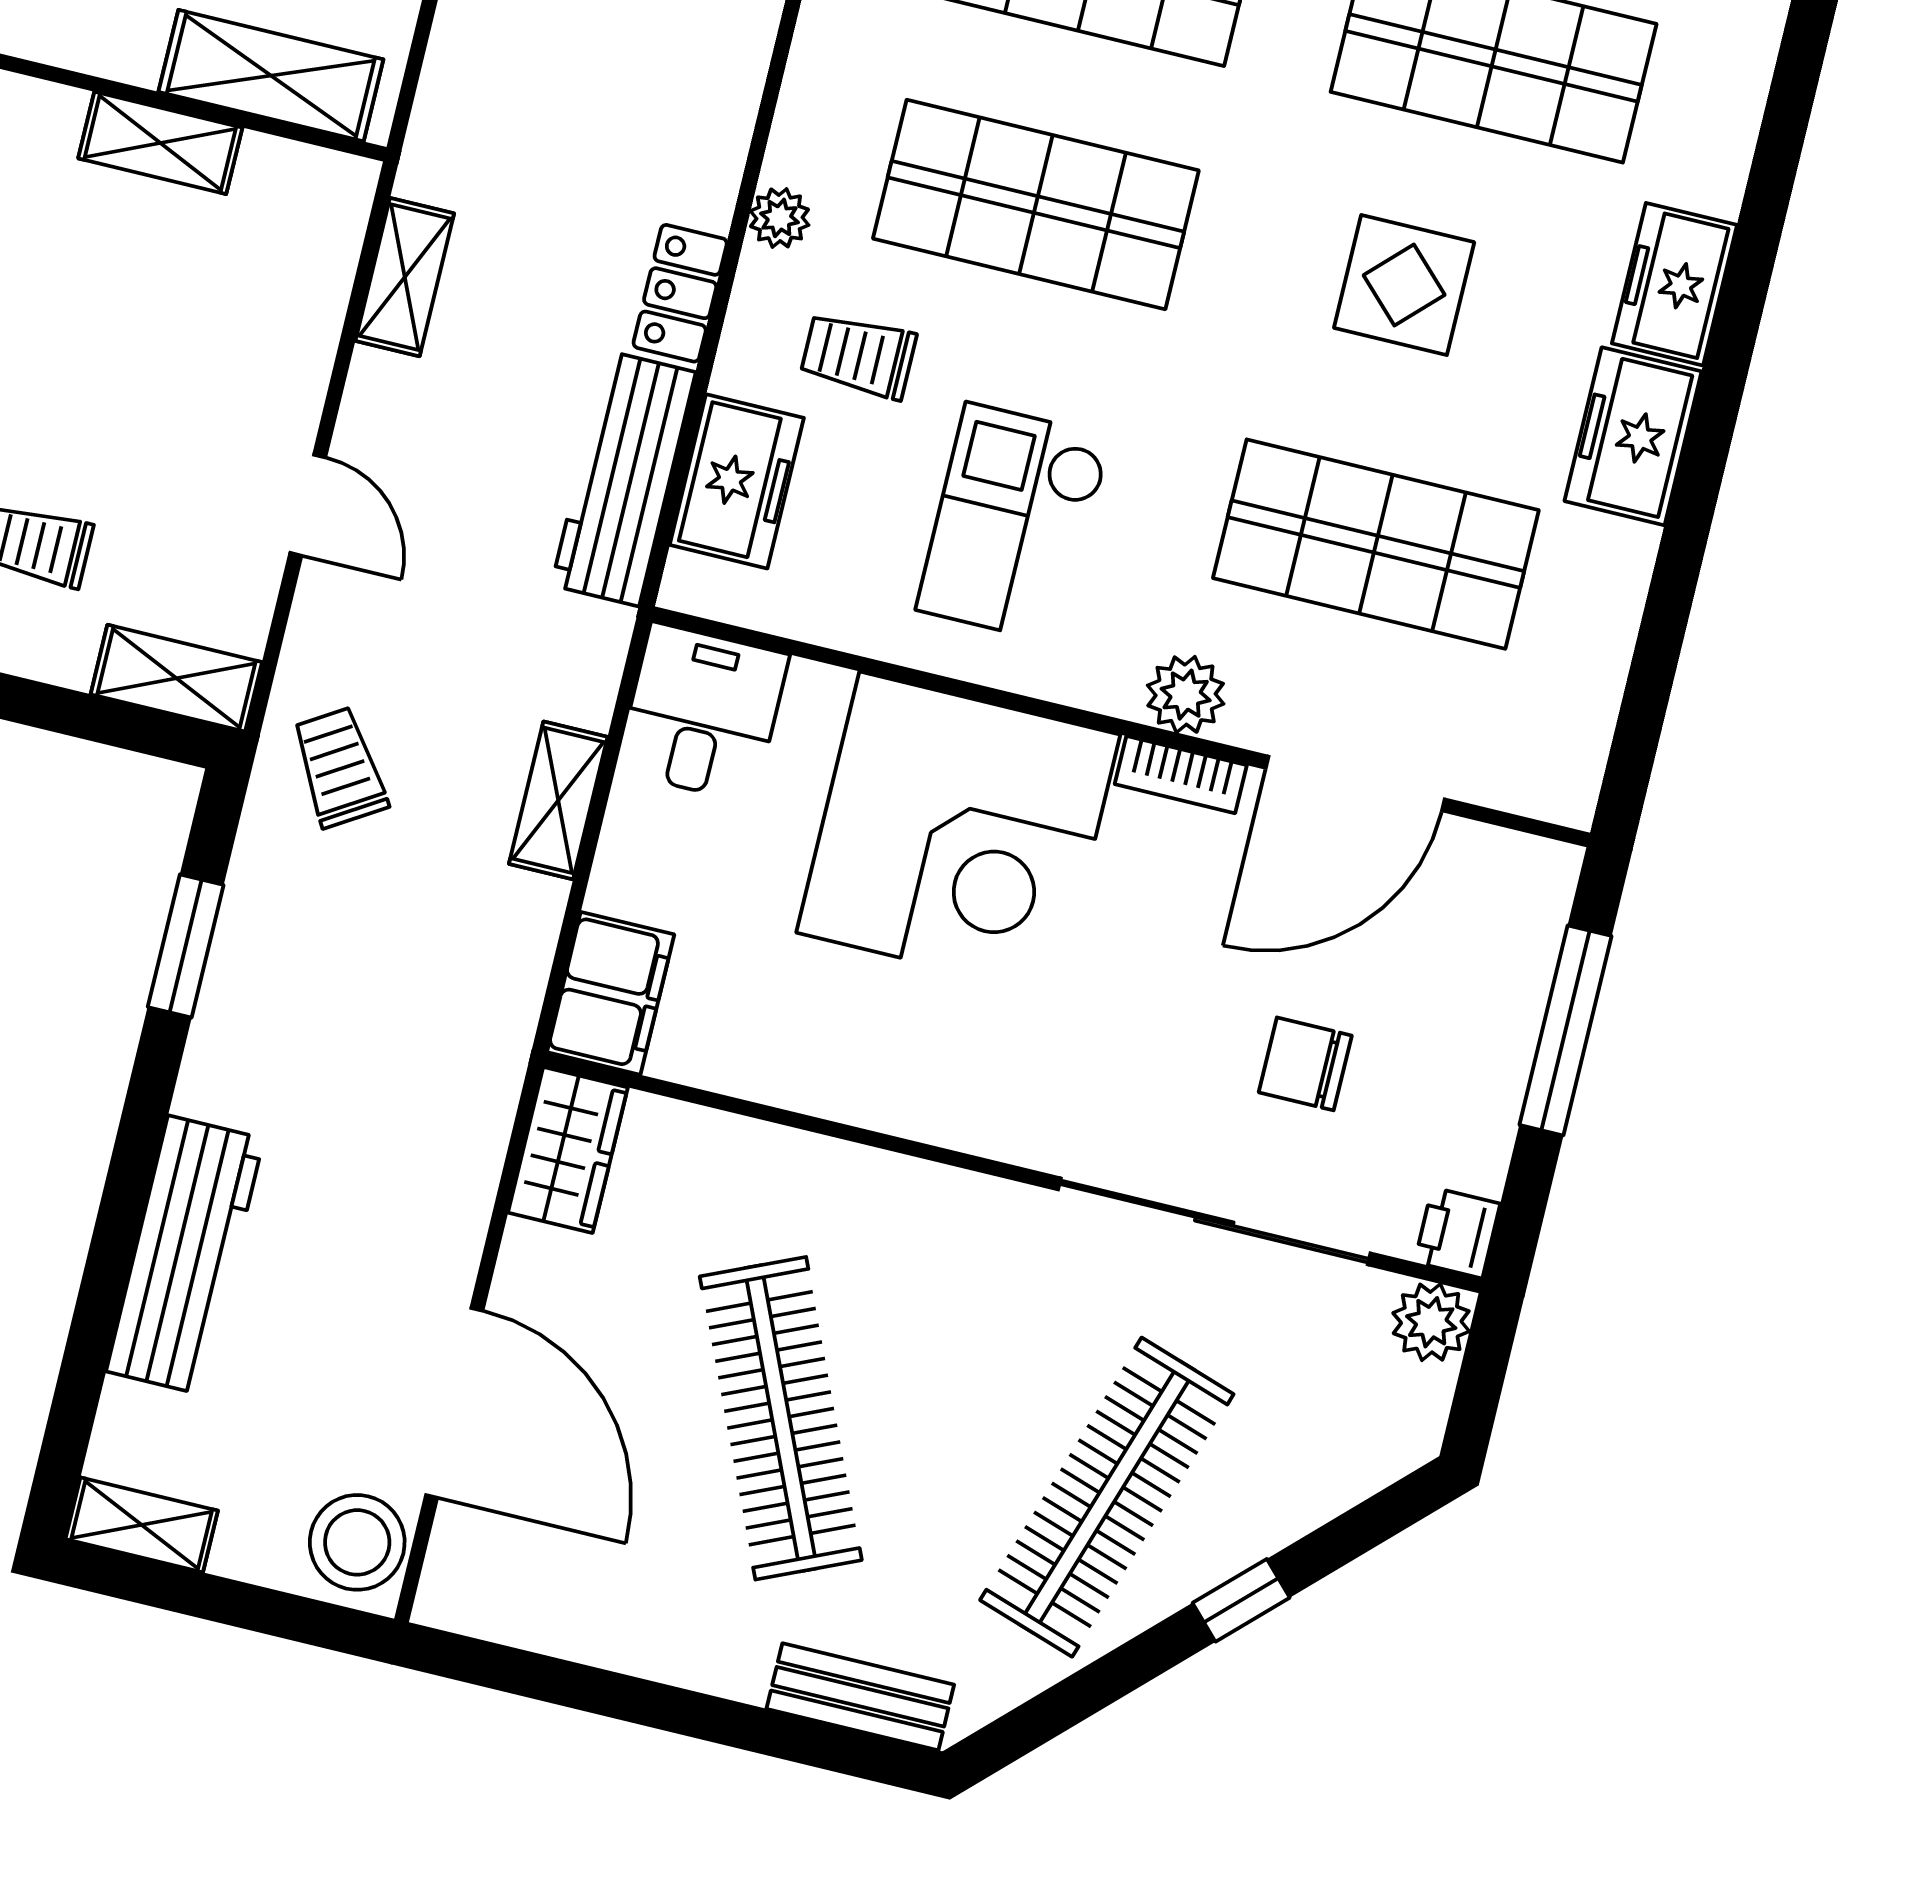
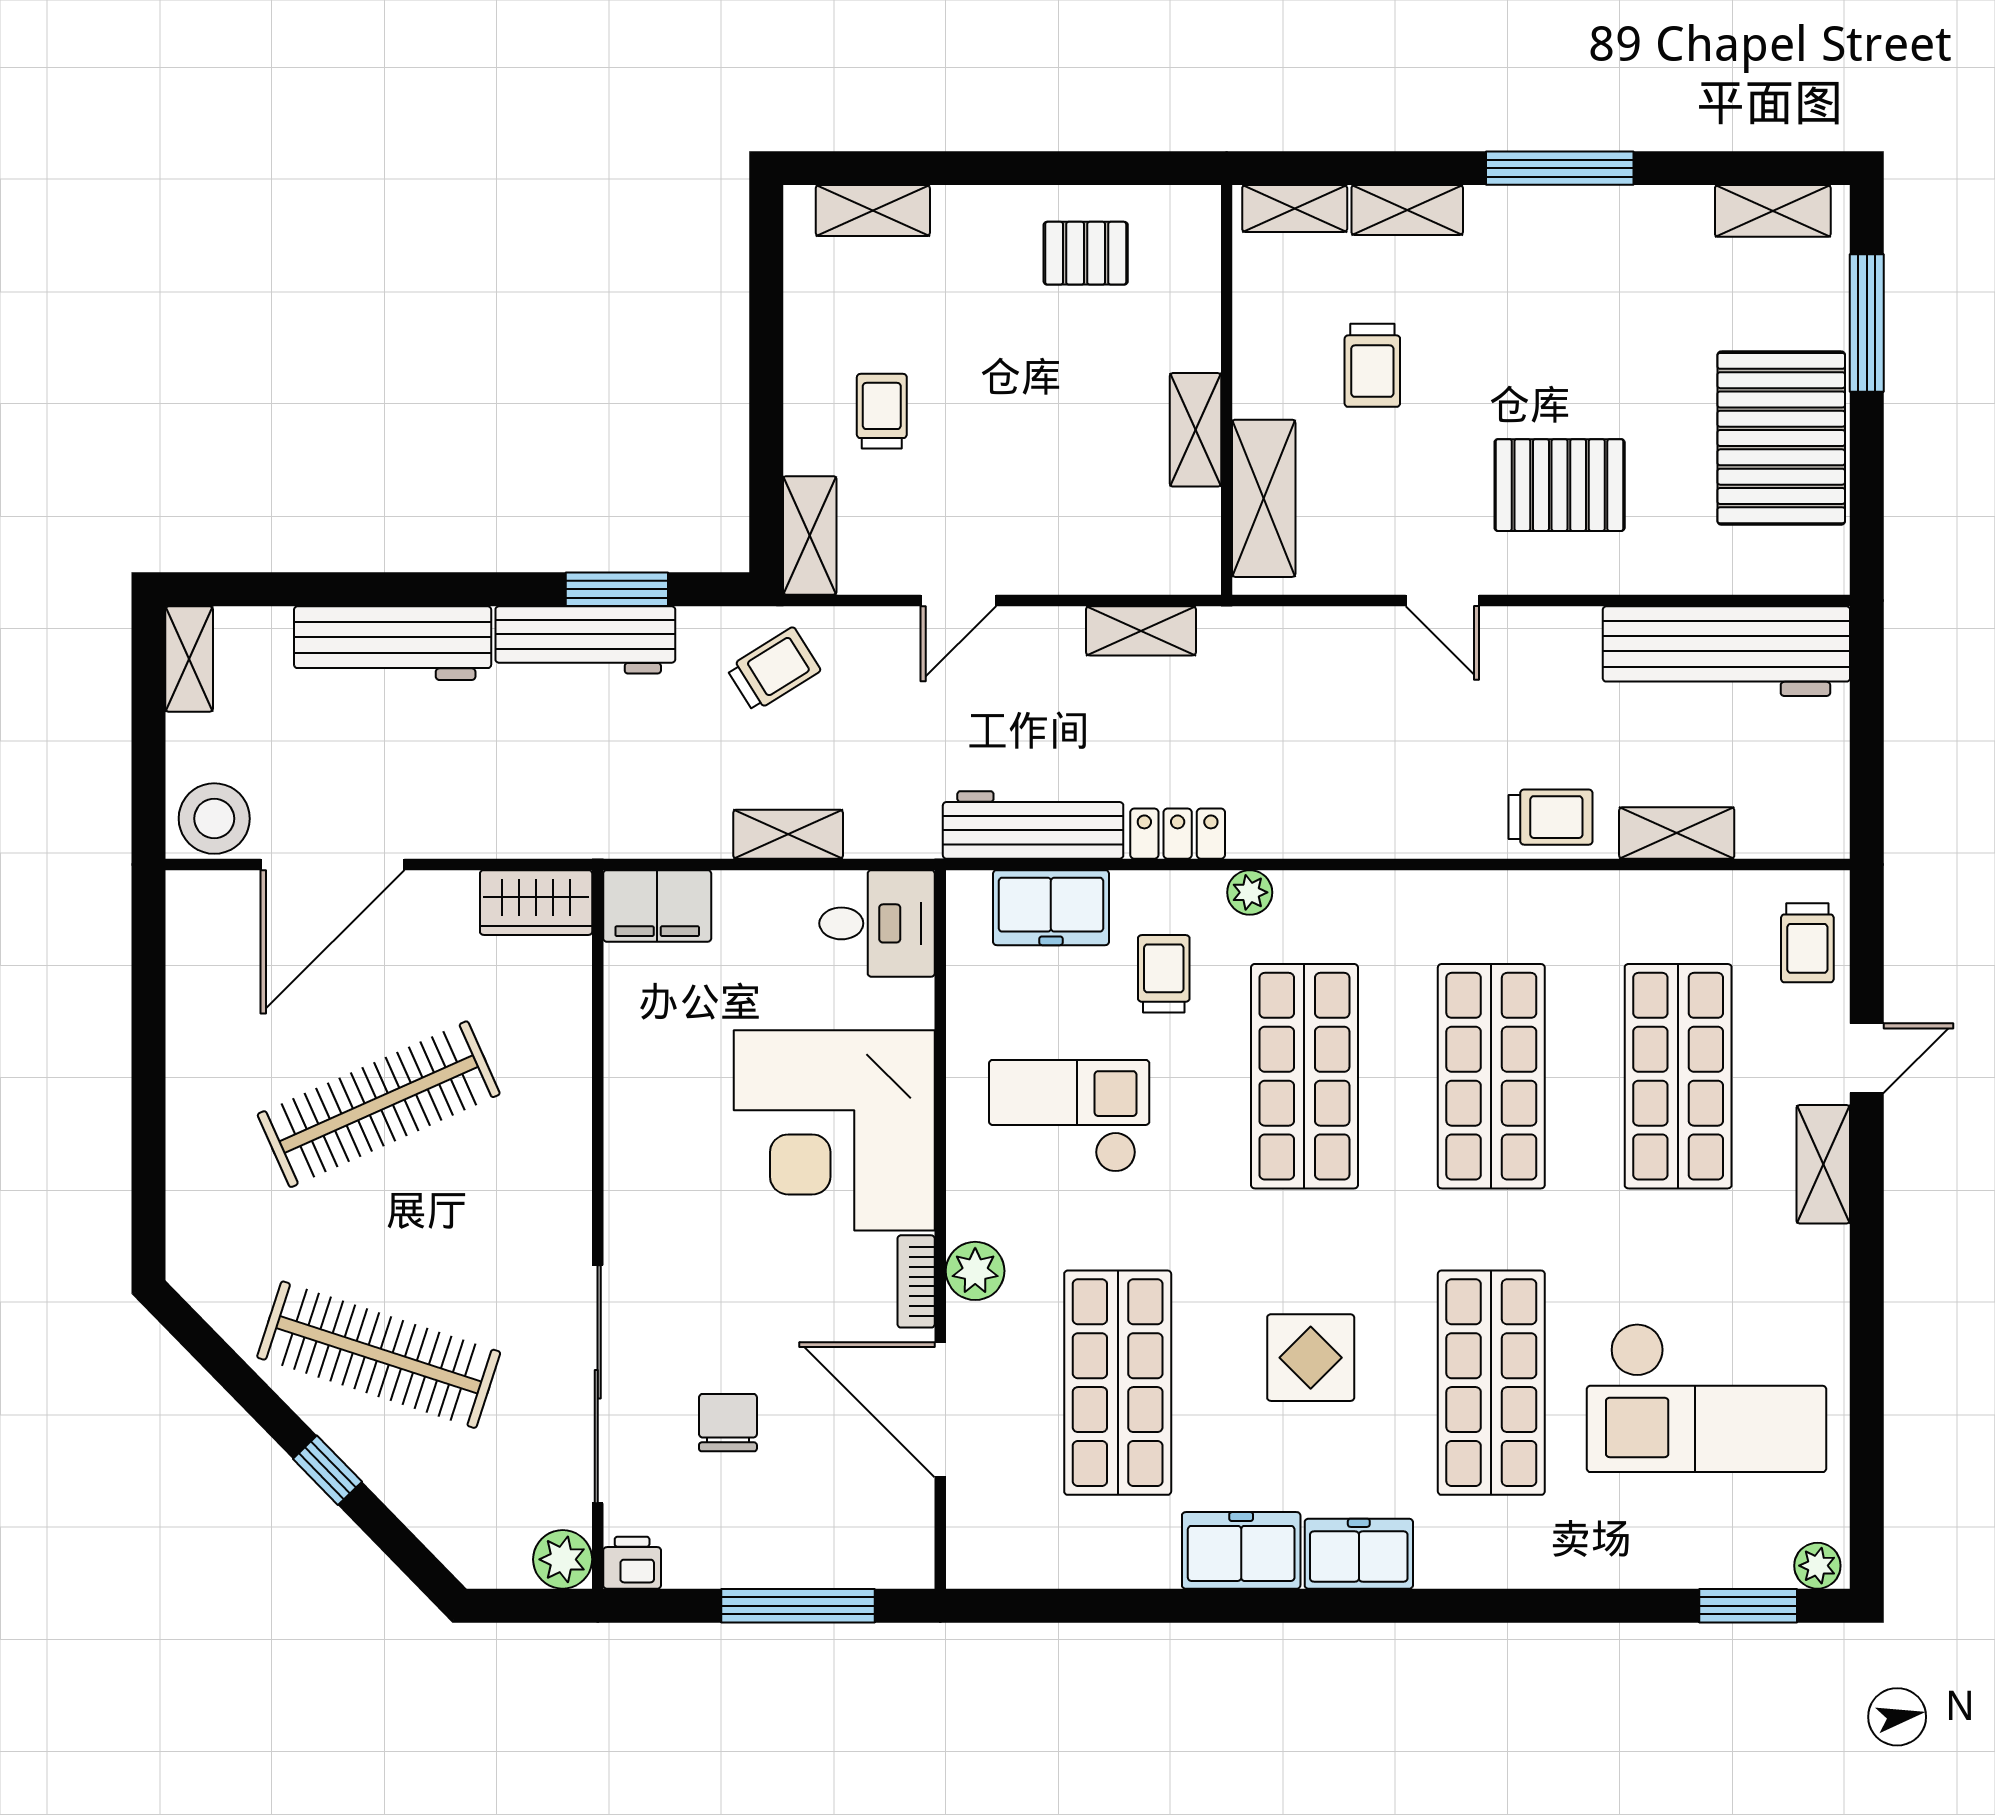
workbench: (242, 1003) -> (585, 640), added
bench: (860, 1697) -> (191, 1211), removed

